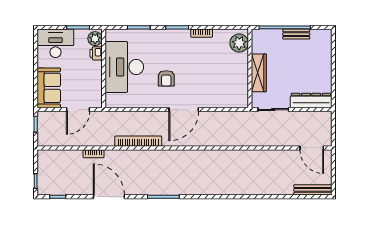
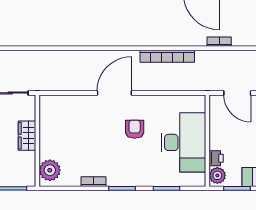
wardrobe: (259, 73) -> (27, 136), width x0.67
door: (78, 110) -> (237, 93), swing flipped

